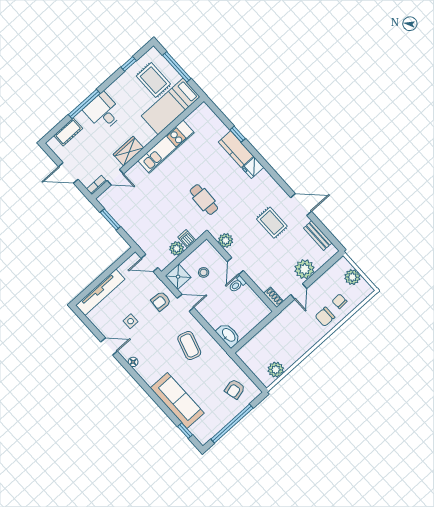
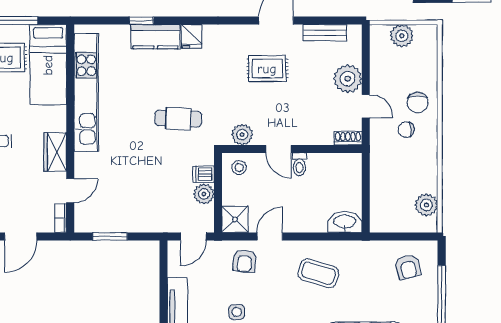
kitchen unit: (166, 147) -> (86, 92), width x1.36
stool: (204, 272) -> (239, 168), moved
chair: (339, 301) -> (406, 130), moved

